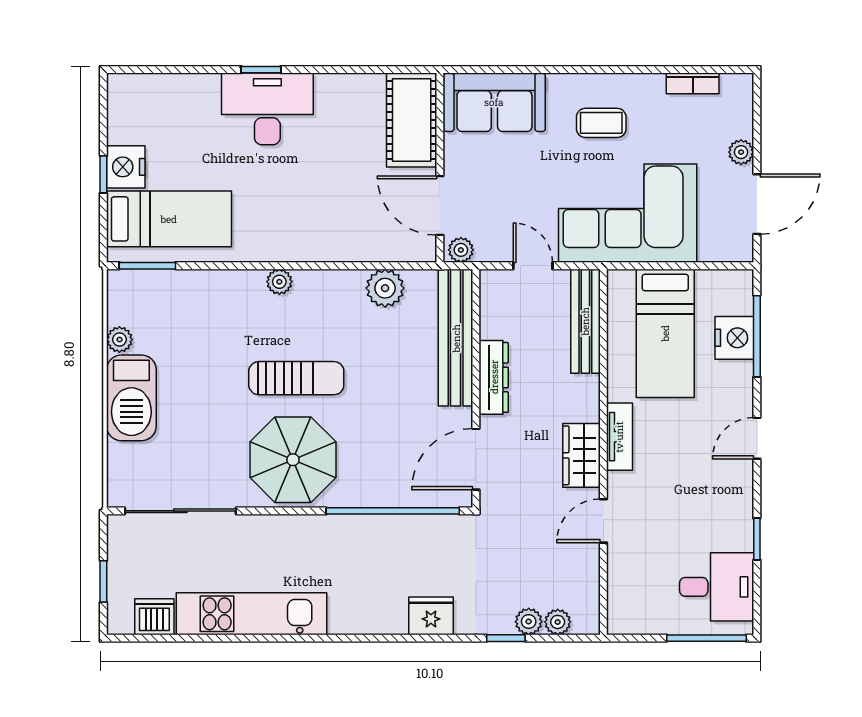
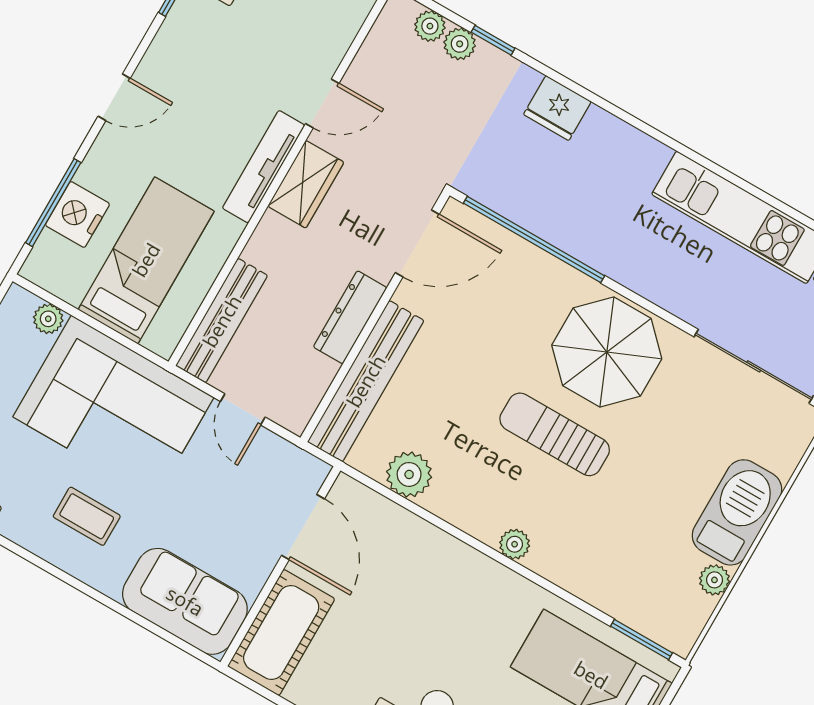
plant: (461, 250) -> (48, 319), moved
tv unit: (619, 437) -> (264, 167), width x1.41

